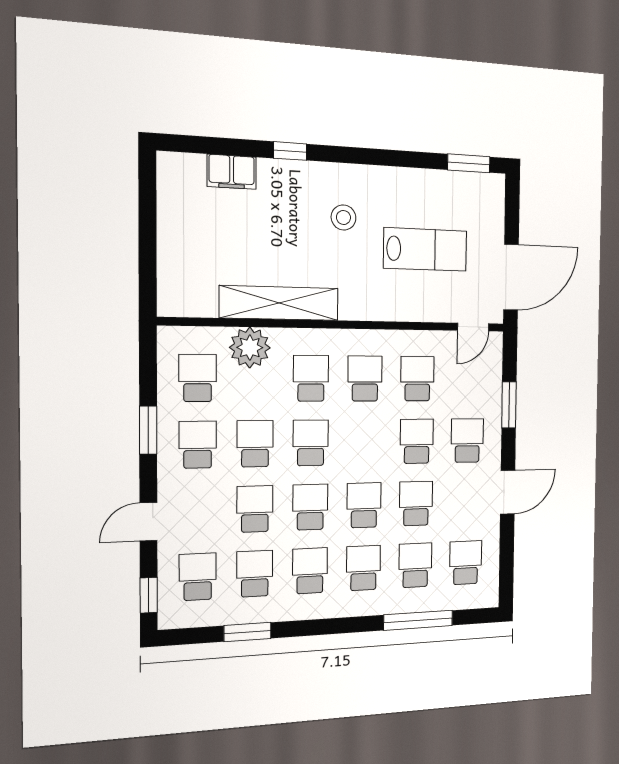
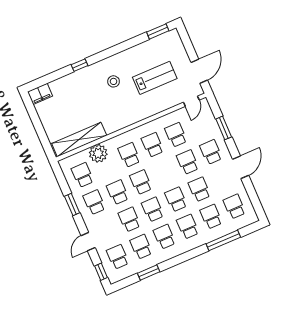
filing cabinet: (232, 172) -> (40, 94), moved
door: (511, 277) -> (199, 71), width x0.73
shelving: (279, 303) -> (79, 139), moved

